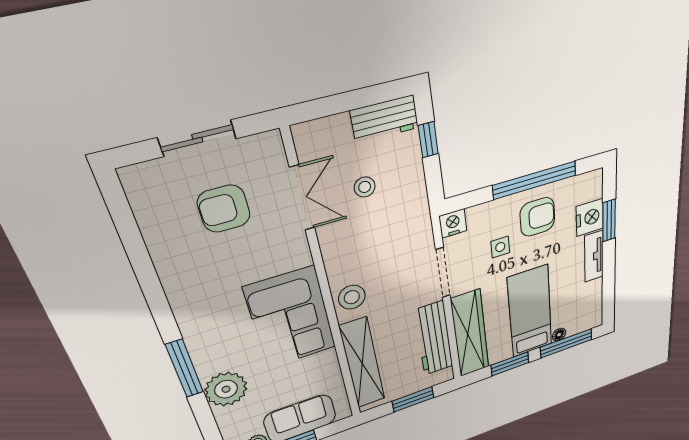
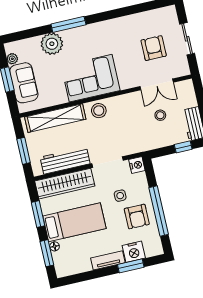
window: (566, 343) -> (47, 253), width x0.69

